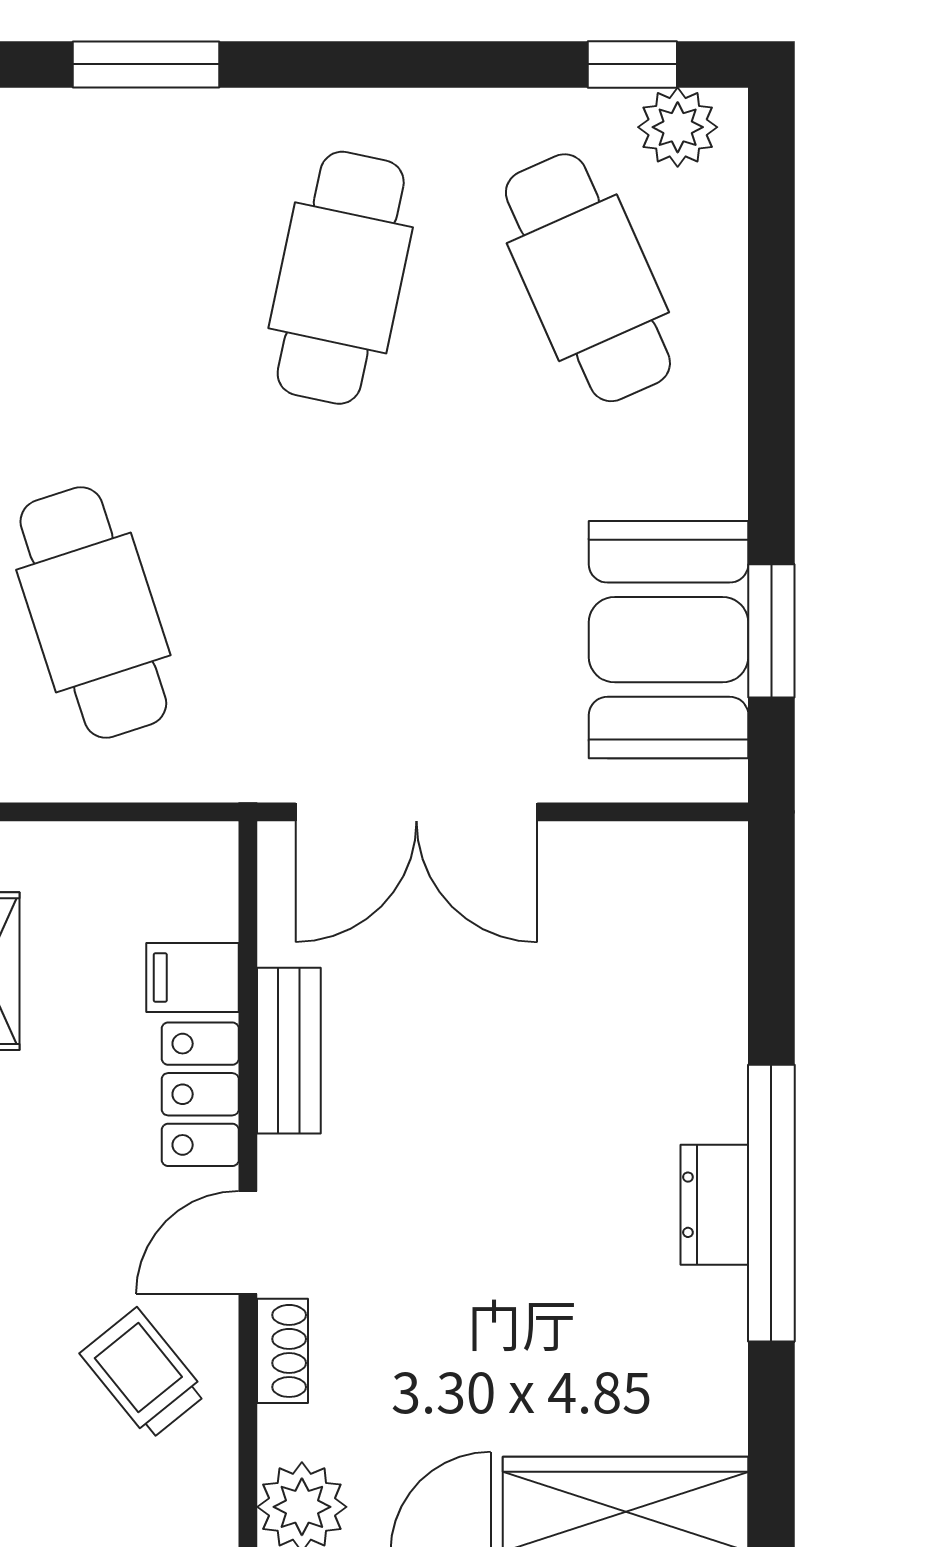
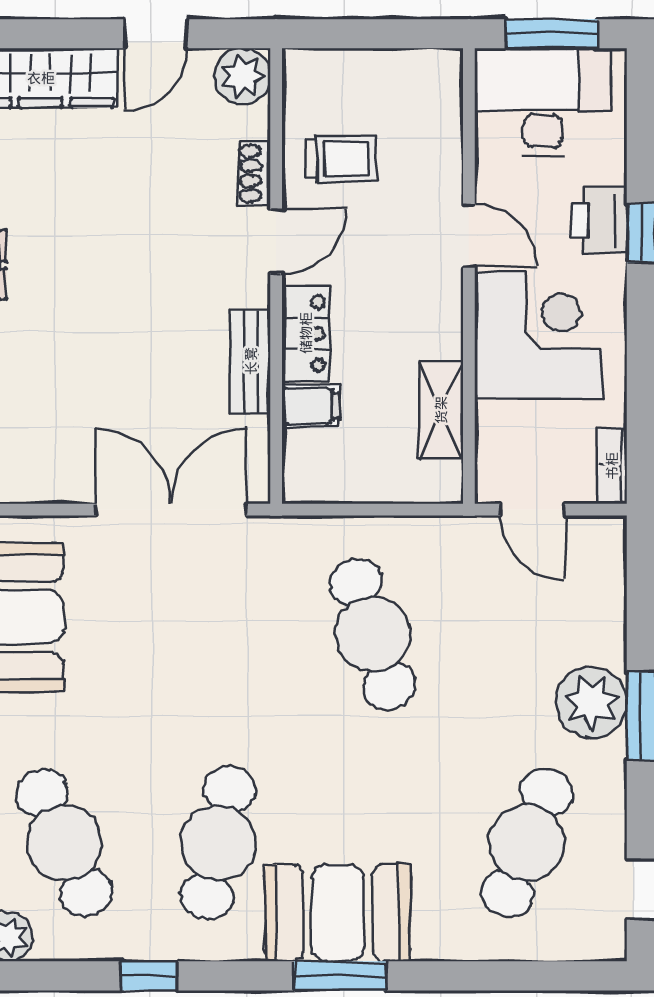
window: (632, 64) -> (149, 976), moved
booth: (149, 166) -> (338, 913), added
trolley: (143, 1374) -> (341, 159), turned -51

